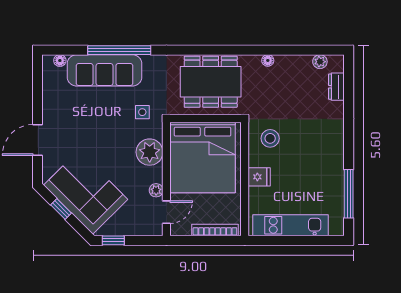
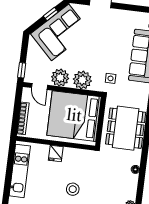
stool: (270, 138) -> (73, 189), moved
plant: (156, 190) -> (60, 78), width x1.87, depth x1.87
window: (113, 240) -> (22, 70), moved

